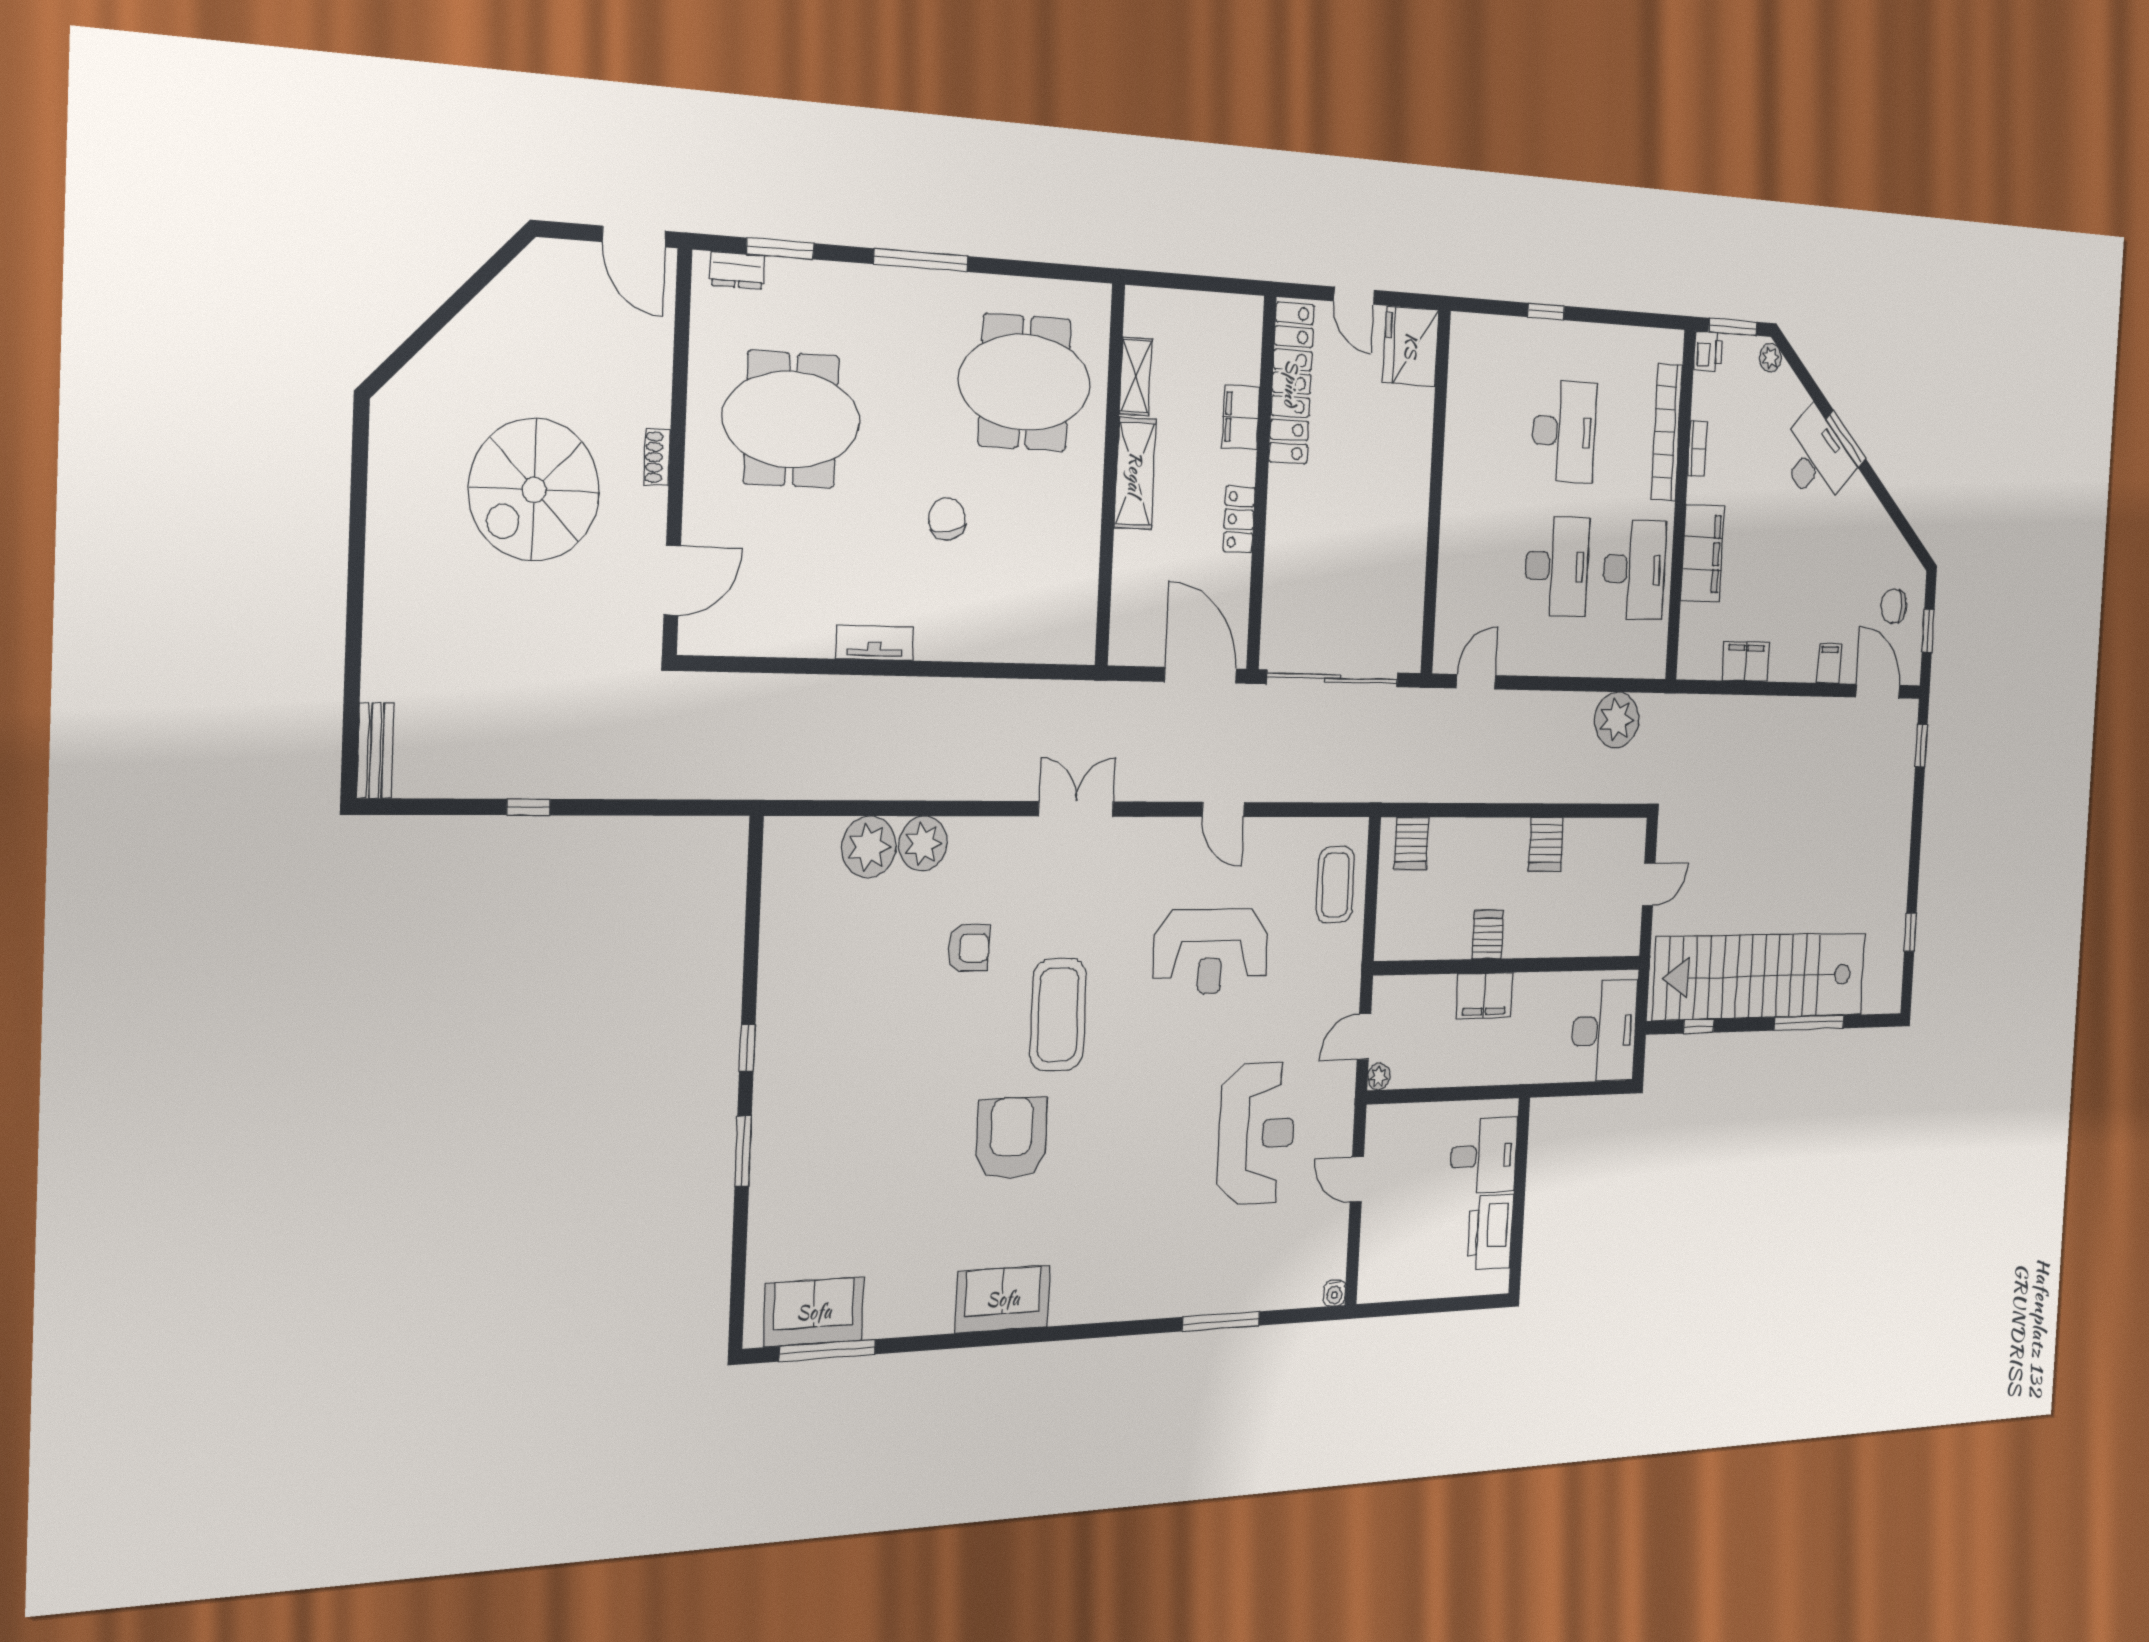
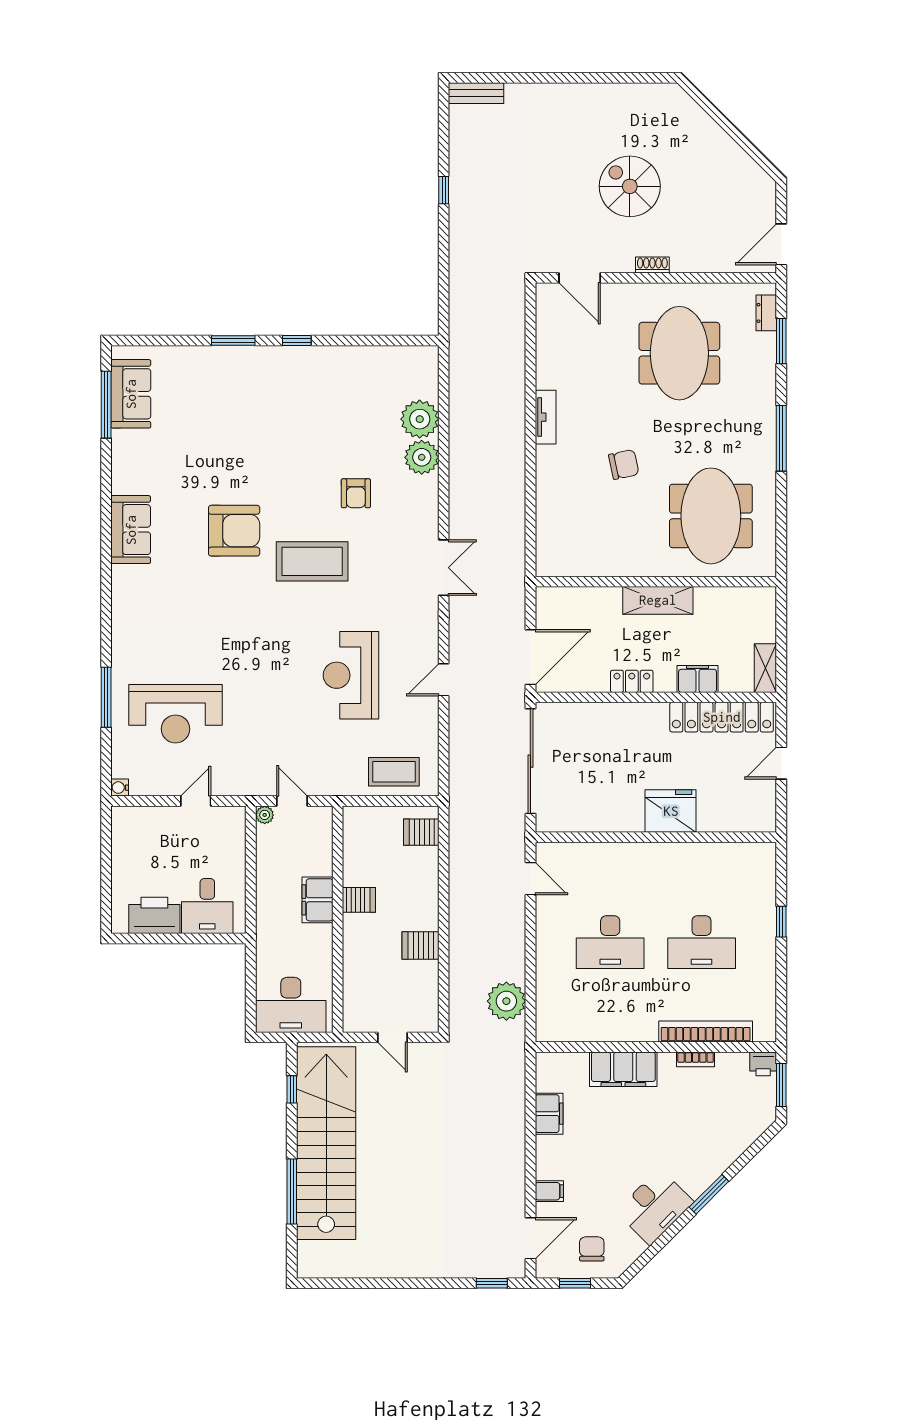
fridge: (1411, 346) -> (671, 811), moved
plant: (1770, 358) -> (762, 1120), removed
shelving: (1136, 376) -> (765, 668), moved, turned 90
desk: (1816, 458) -> (655, 1207), moved
spiral stairs: (534, 490) -> (630, 186), width x0.73, depth x0.73
desk: (1634, 570) -> (610, 1009), removed
window: (1910, 932) -> (356, 1283), removed
reception desk: (1256, 1134) -> (175, 714), moved

